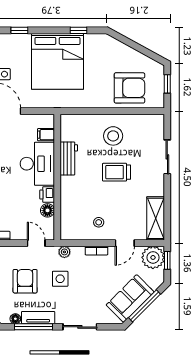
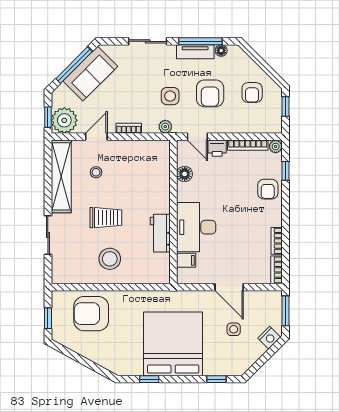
printer: (47, 194) -> (217, 148), moved, turned 90
shelving: (156, 218) -> (61, 176), width x1.47
stool: (99, 222) -> (96, 172), moved

